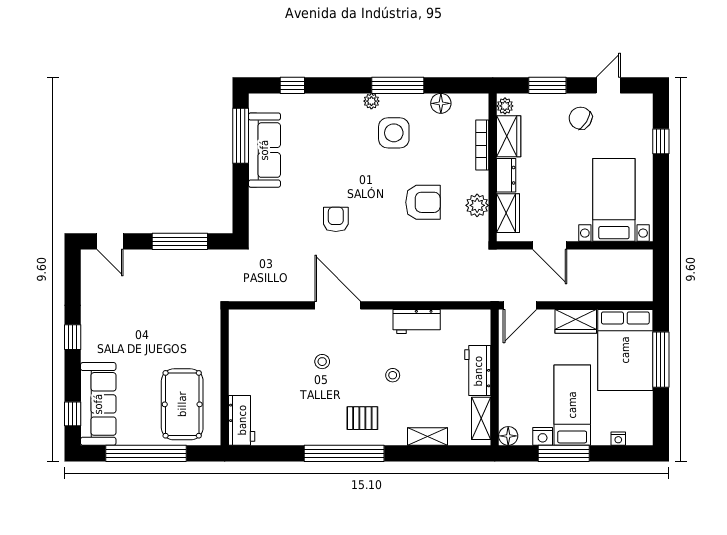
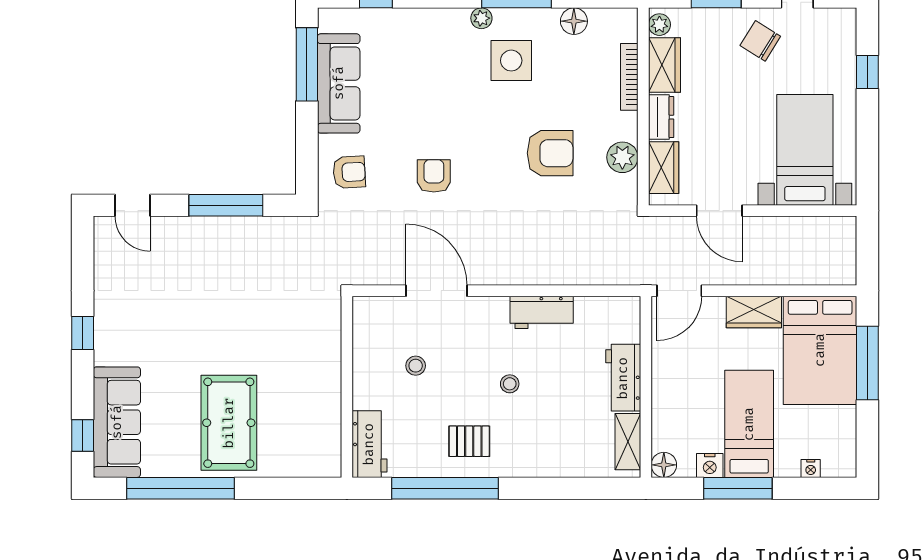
armchair: (272, 217) -> (349, 172), added
wall: (225, 377) -> (347, 387), moved
workbench: (242, 420) -> (369, 444), moved
shelving: (427, 437) -> (556, 466), removed

